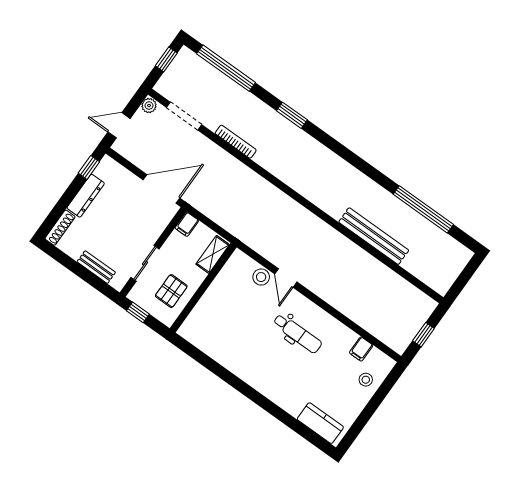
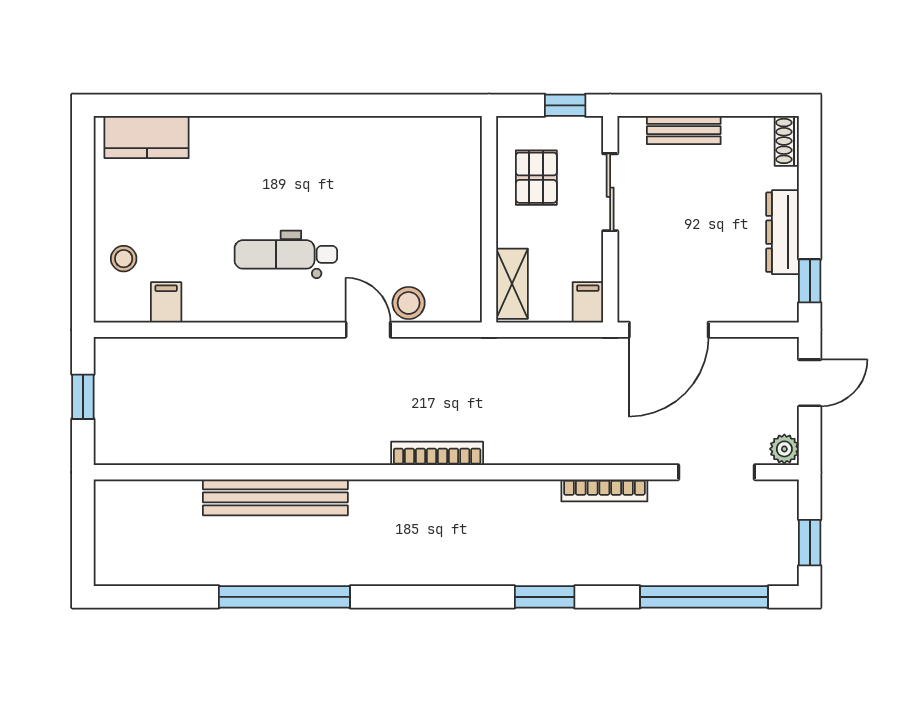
bookcase: (294, 206) -> (437, 453), added
window: (423, 209) -> (284, 597), moved
shoe rack: (60, 228) -> (787, 141), width x0.70

